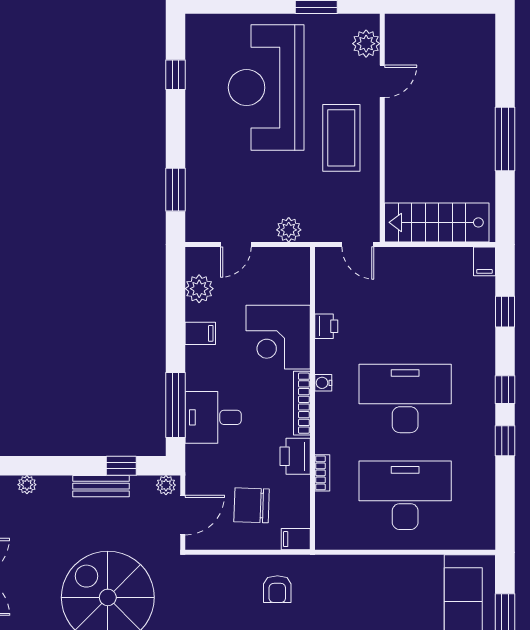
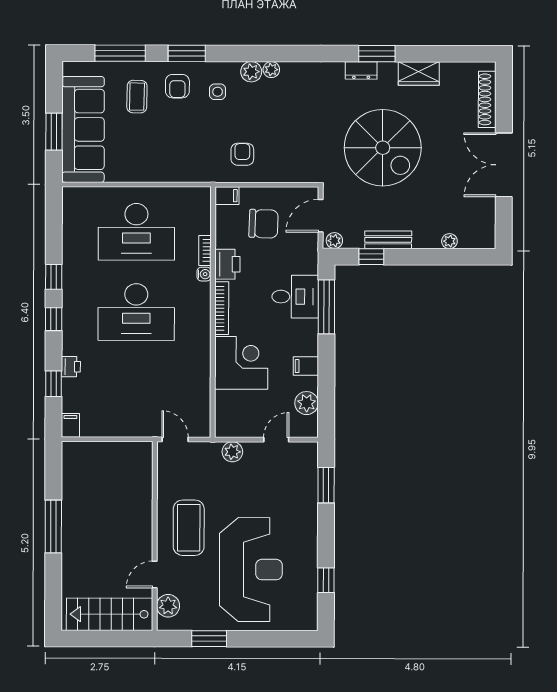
stairs: (437, 222) -> (110, 614), moved, turned 180
printer: (326, 326) -> (71, 367), moved, turned 180
water cooler: (323, 383) -> (204, 274), moved

